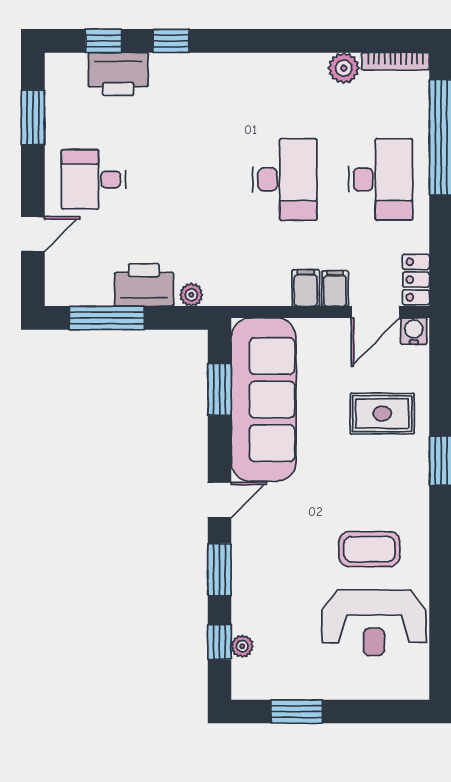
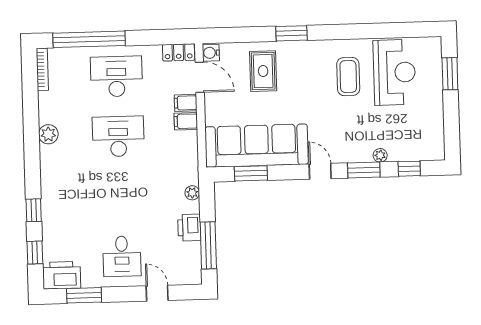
plant: (344, 68) -> (48, 134), moved
printer: (118, 74) -> (62, 275), moved, turned -90
printer: (144, 285) -> (189, 228), width x0.73, depth x0.84
plant: (242, 646) -> (380, 155), moved
window: (297, 712) -> (450, 74), moved

